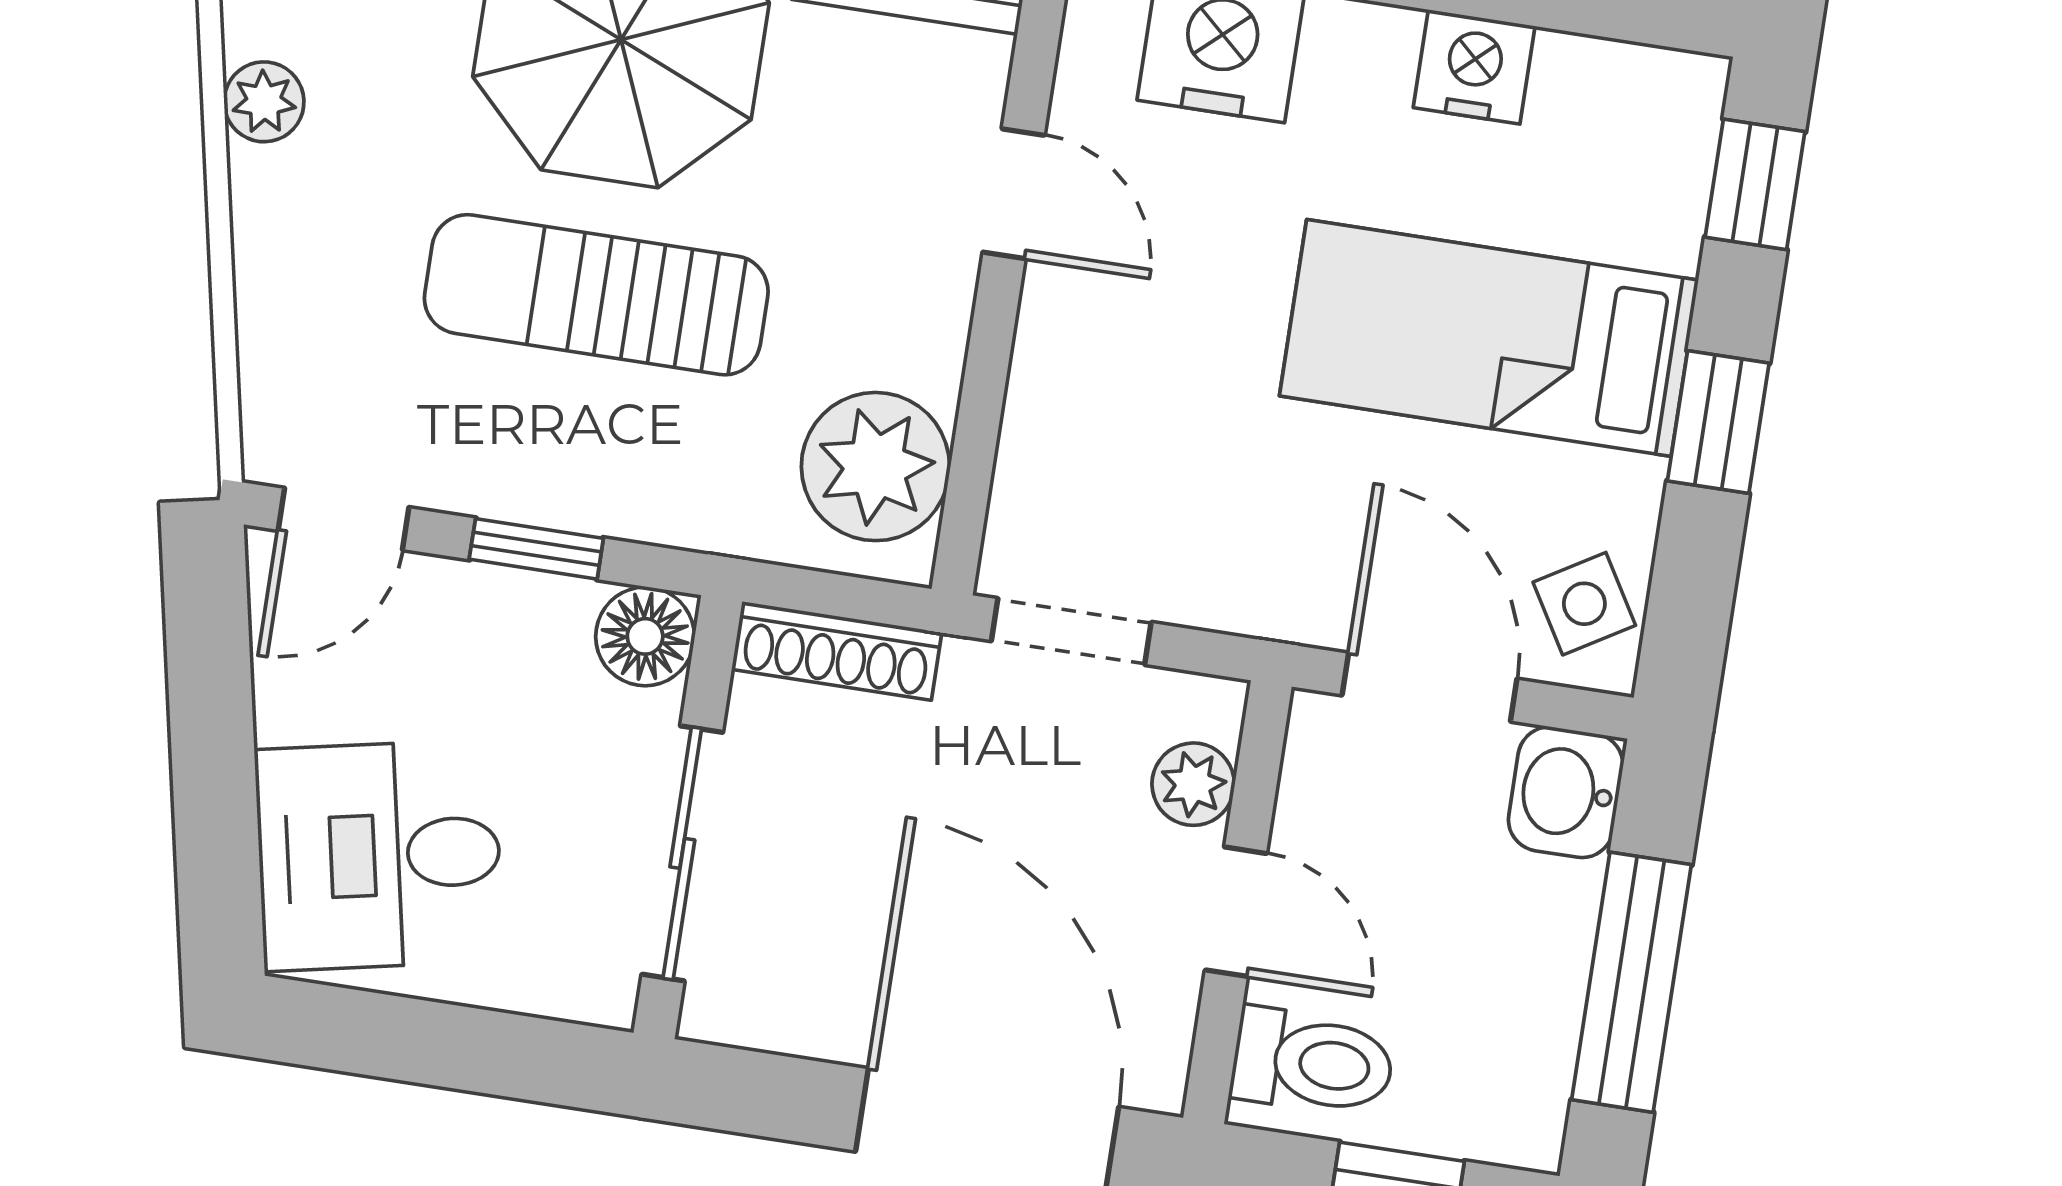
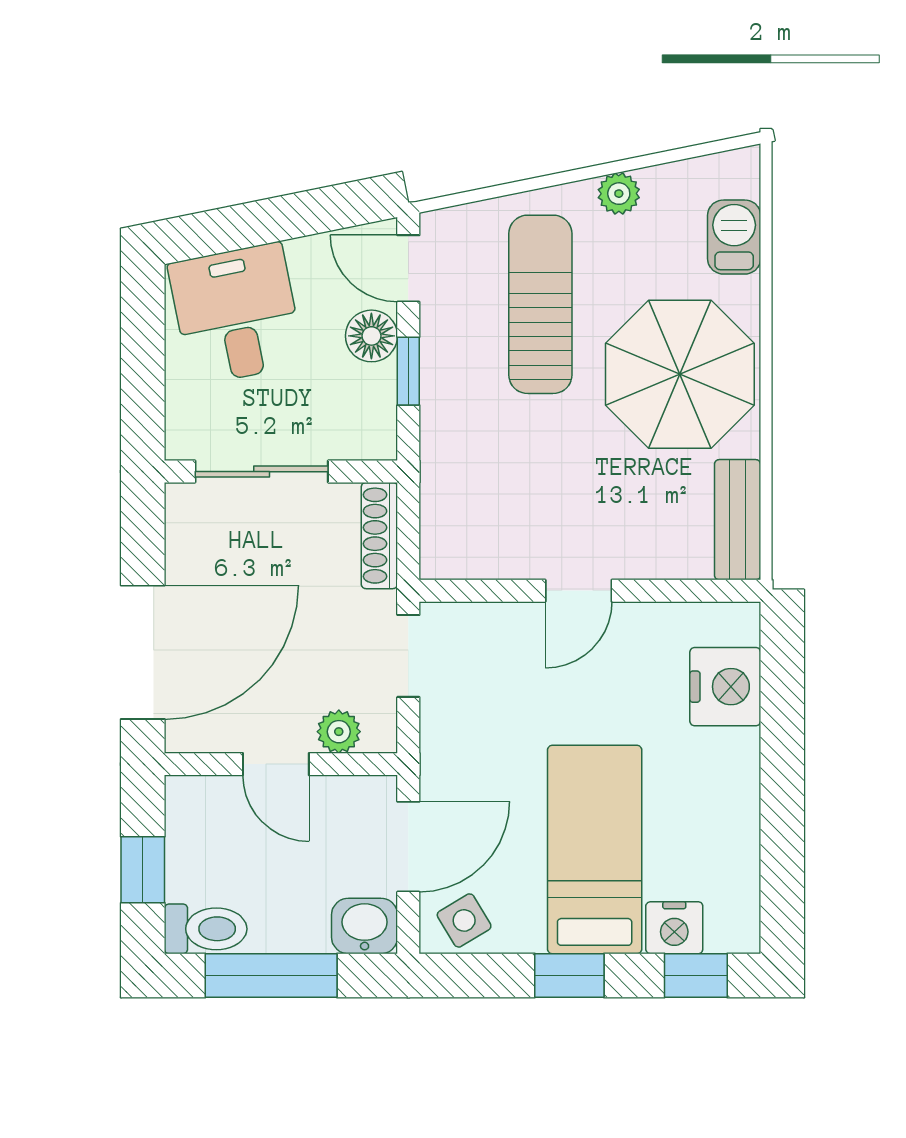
nightstand: (1474, 67) -> (674, 928), moved, turned 90
door: (1014, 194) -> (579, 591), moved
sun lounger: (596, 295) -> (540, 304), moved
plant: (876, 467) -> (478, 541), removed
floor lamp: (645, 636) -> (371, 336), moved
door: (1236, 912) -> (276, 764), hinge flipped
toilet: (1313, 1062) -> (206, 929), moved, turned -90

